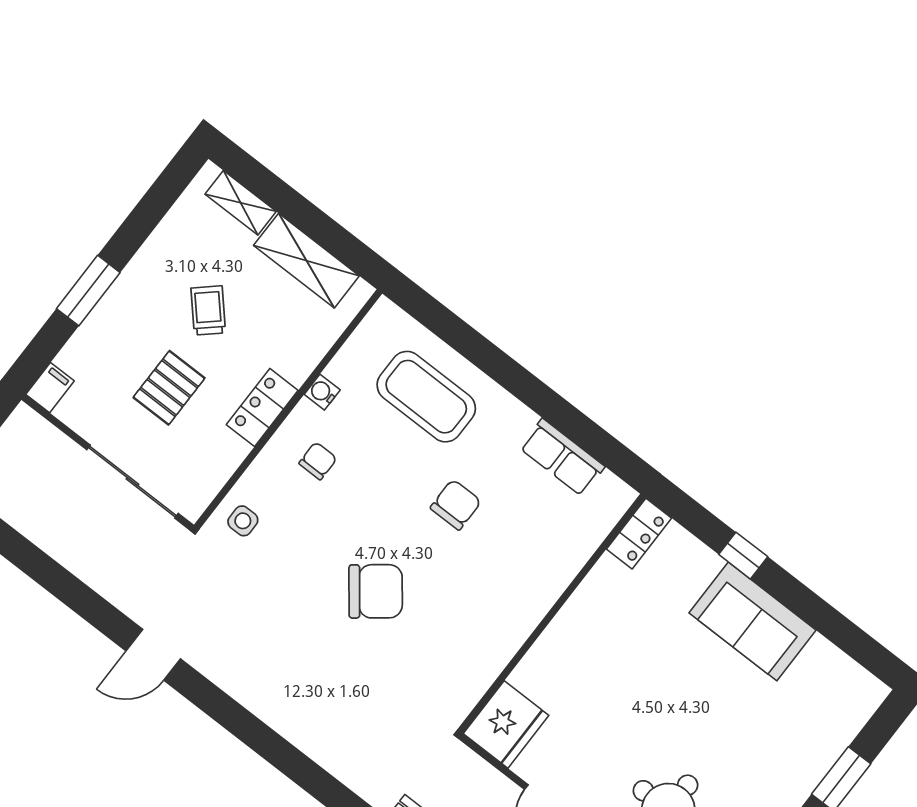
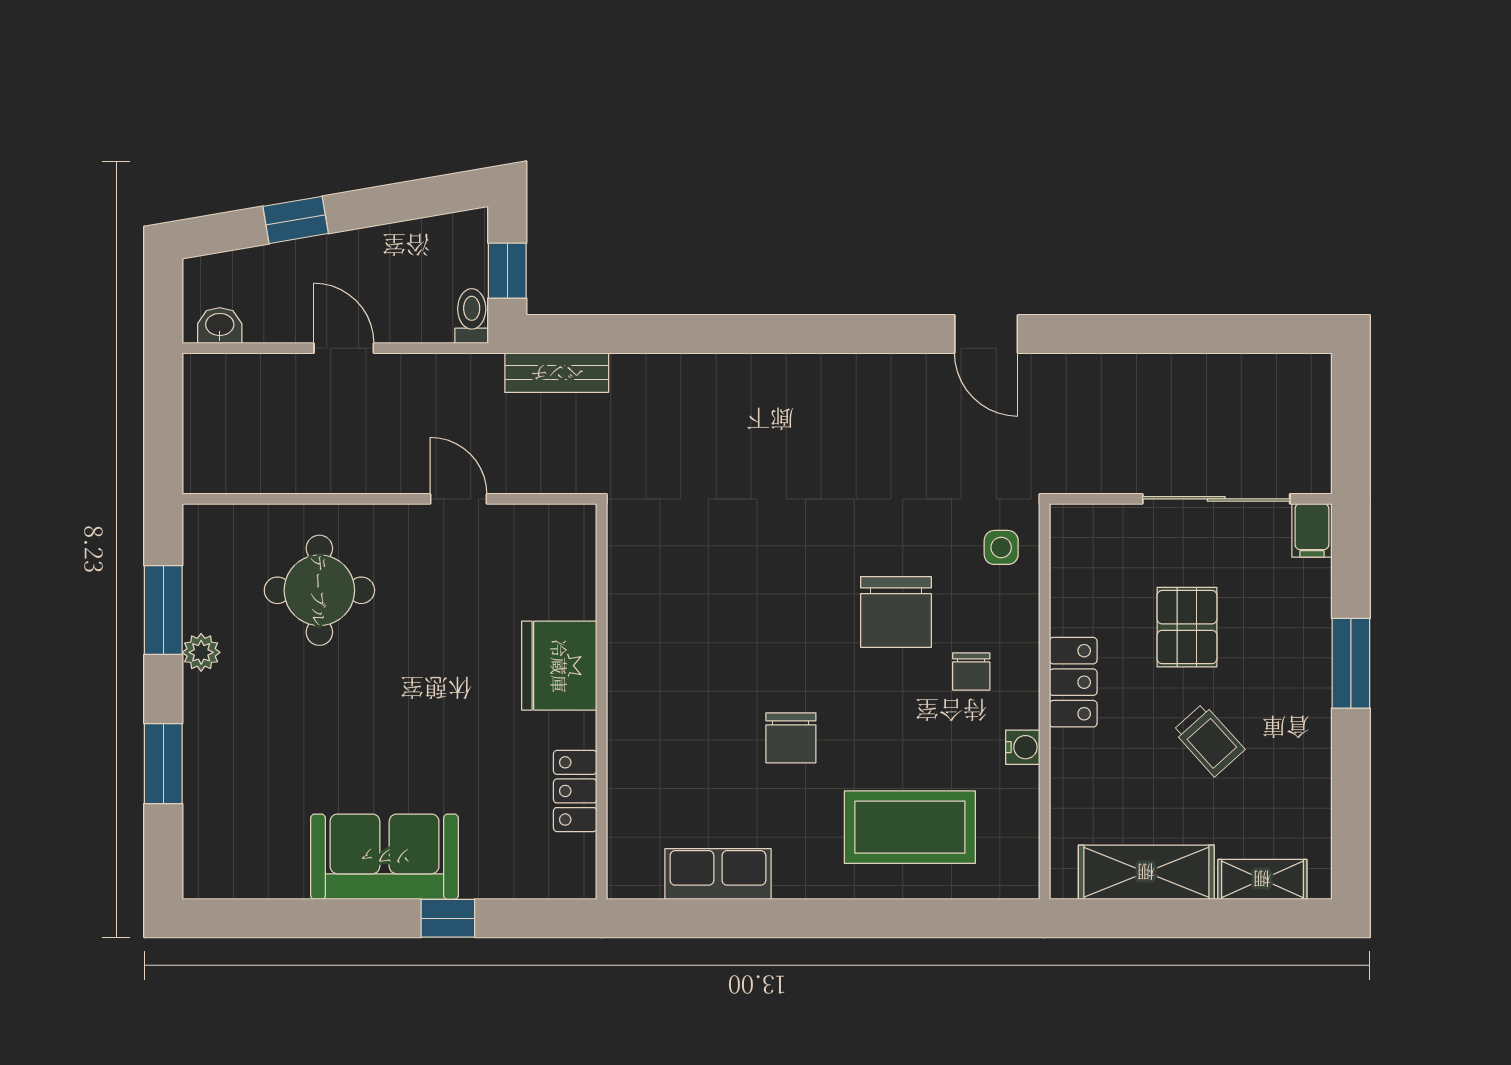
sliding door: (132, 482) -> (1216, 499), moved
locker: (639, 534) -> (575, 791), moved
chair: (376, 591) -> (896, 612), moved, turned -52
door: (153, 655) -> (986, 334), swing flipped
fridge: (506, 725) -> (559, 666), moved

